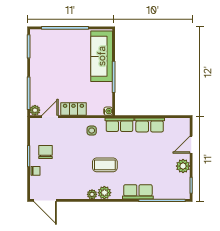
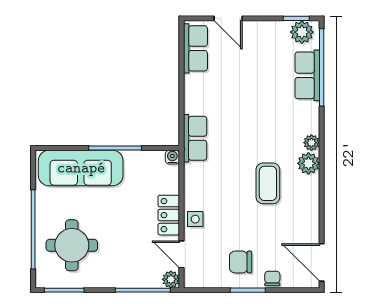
round table: (55, 51) -> (72, 245), added
row of seats: (150, 125) -> (195, 48), moved
side table: (92, 131) -> (195, 219), moved
coffee table: (105, 165) -> (268, 183), moved
plant: (183, 166) -> (302, 32), moved
row of seats: (138, 192) -> (307, 75), moved
plant: (92, 194) -> (311, 143), moved
door: (45, 200) -> (322, 262), swing flipped

